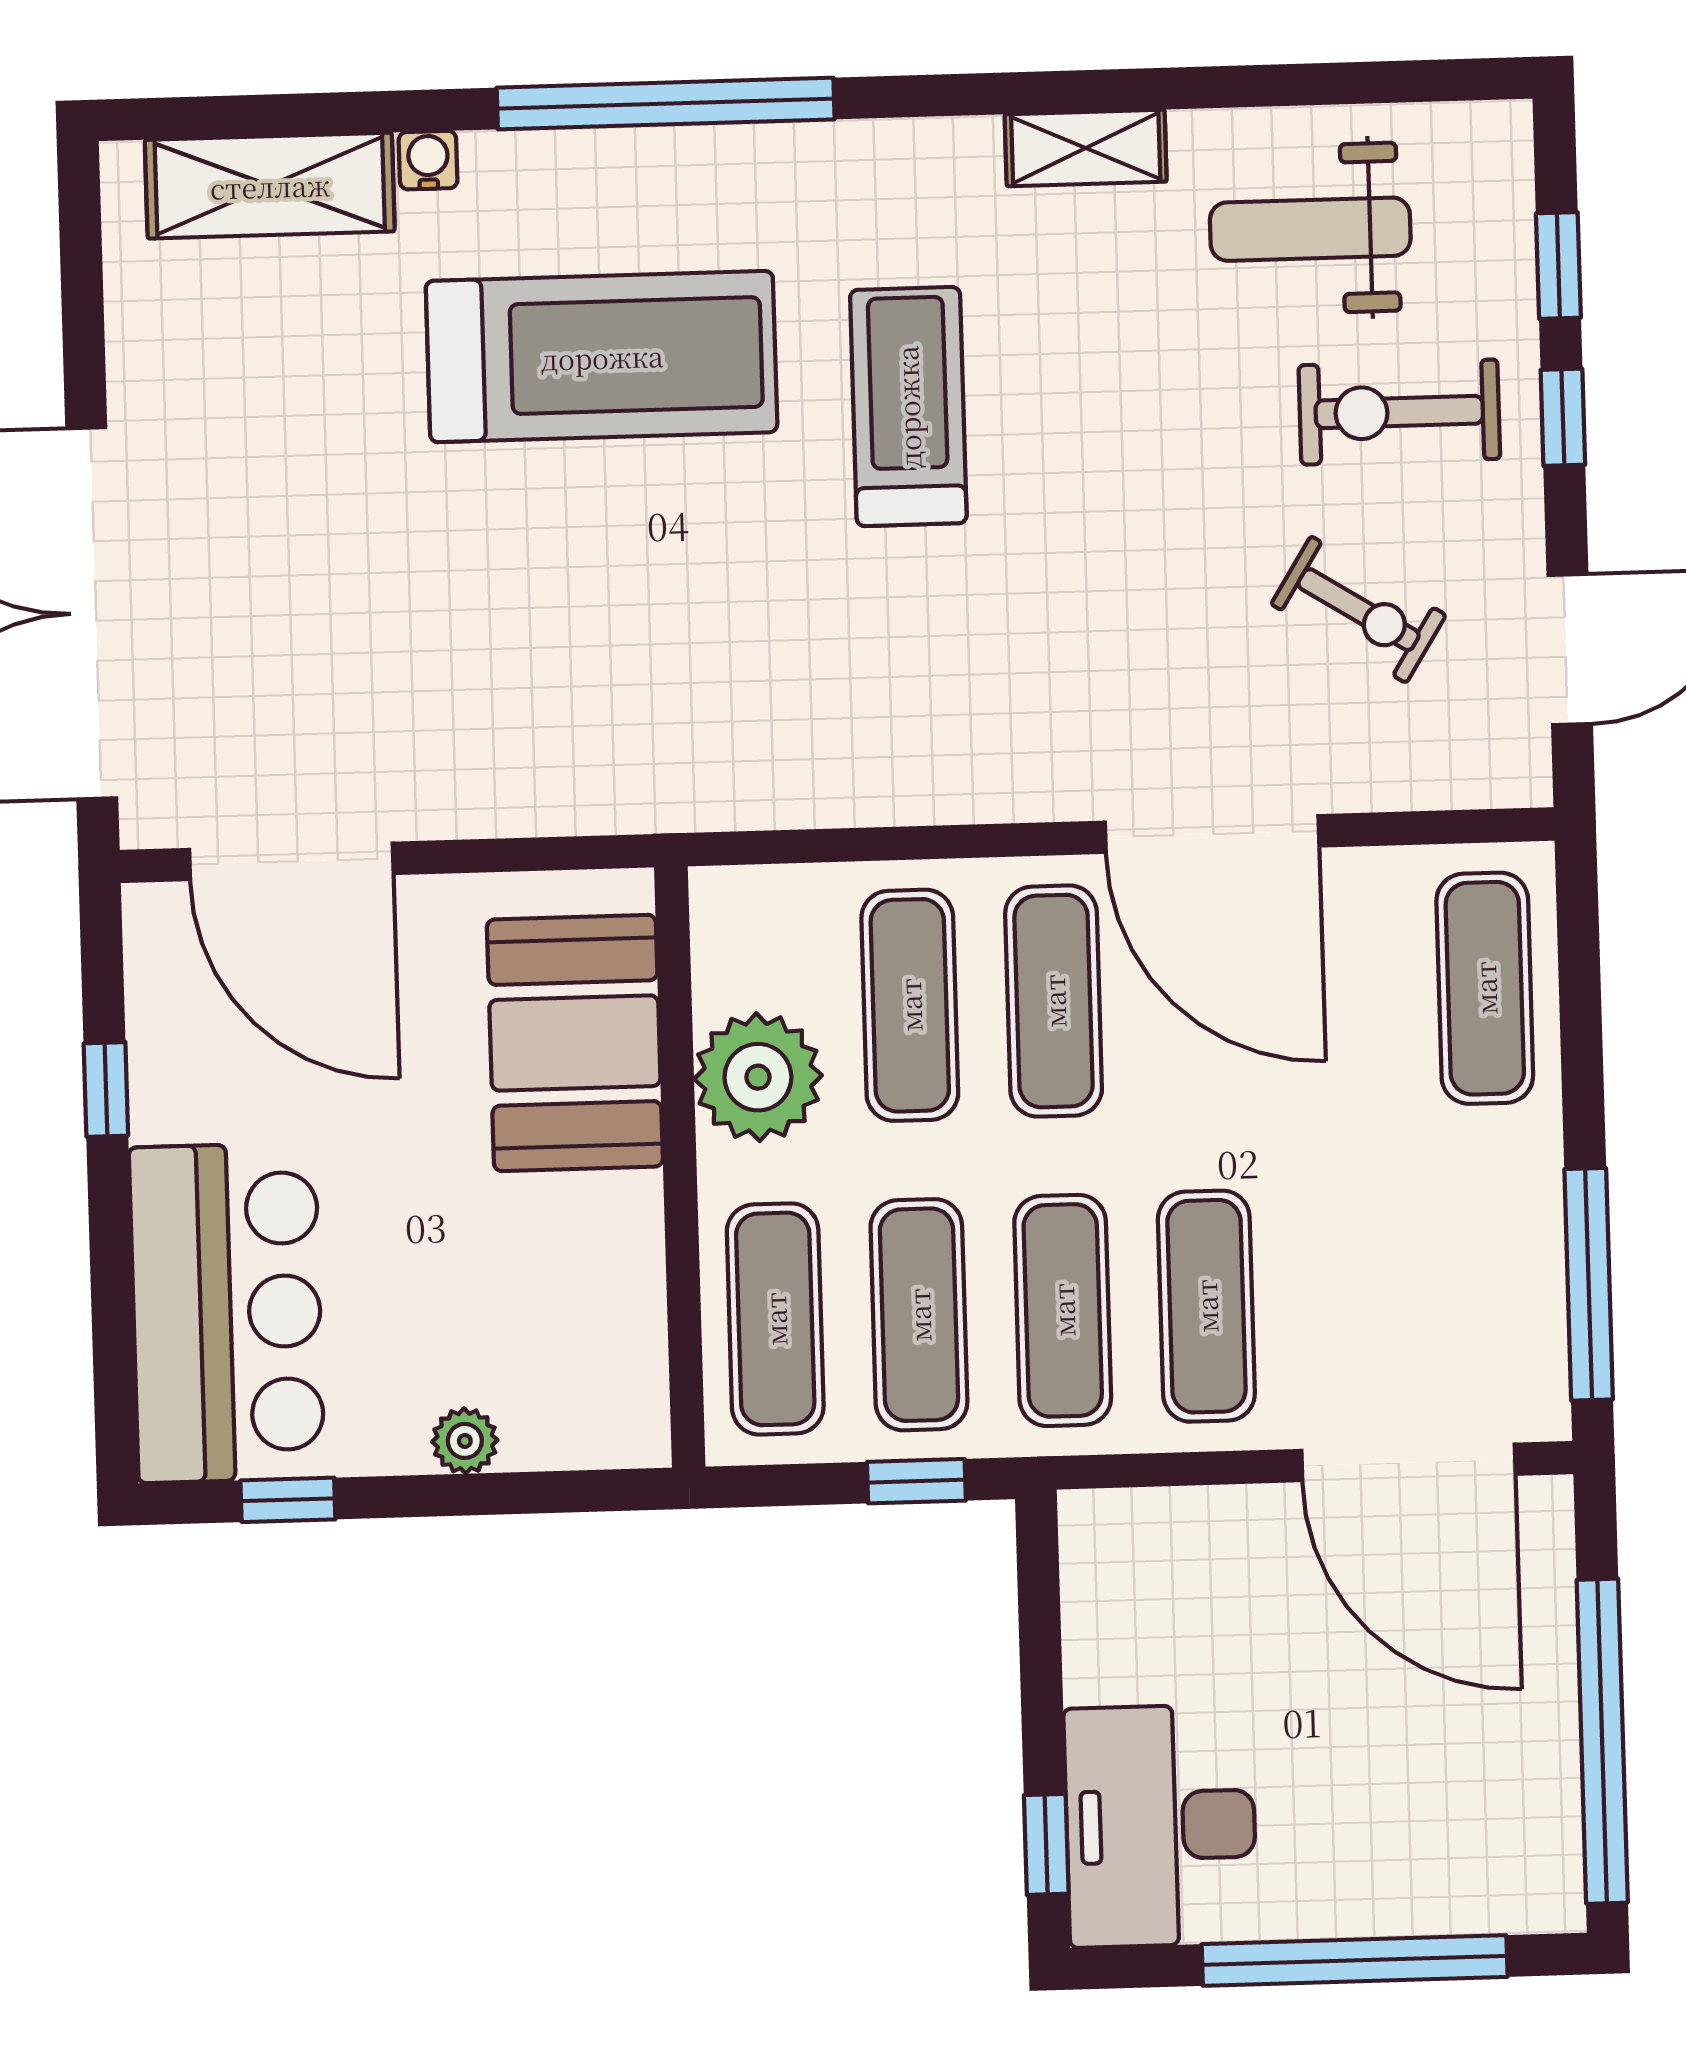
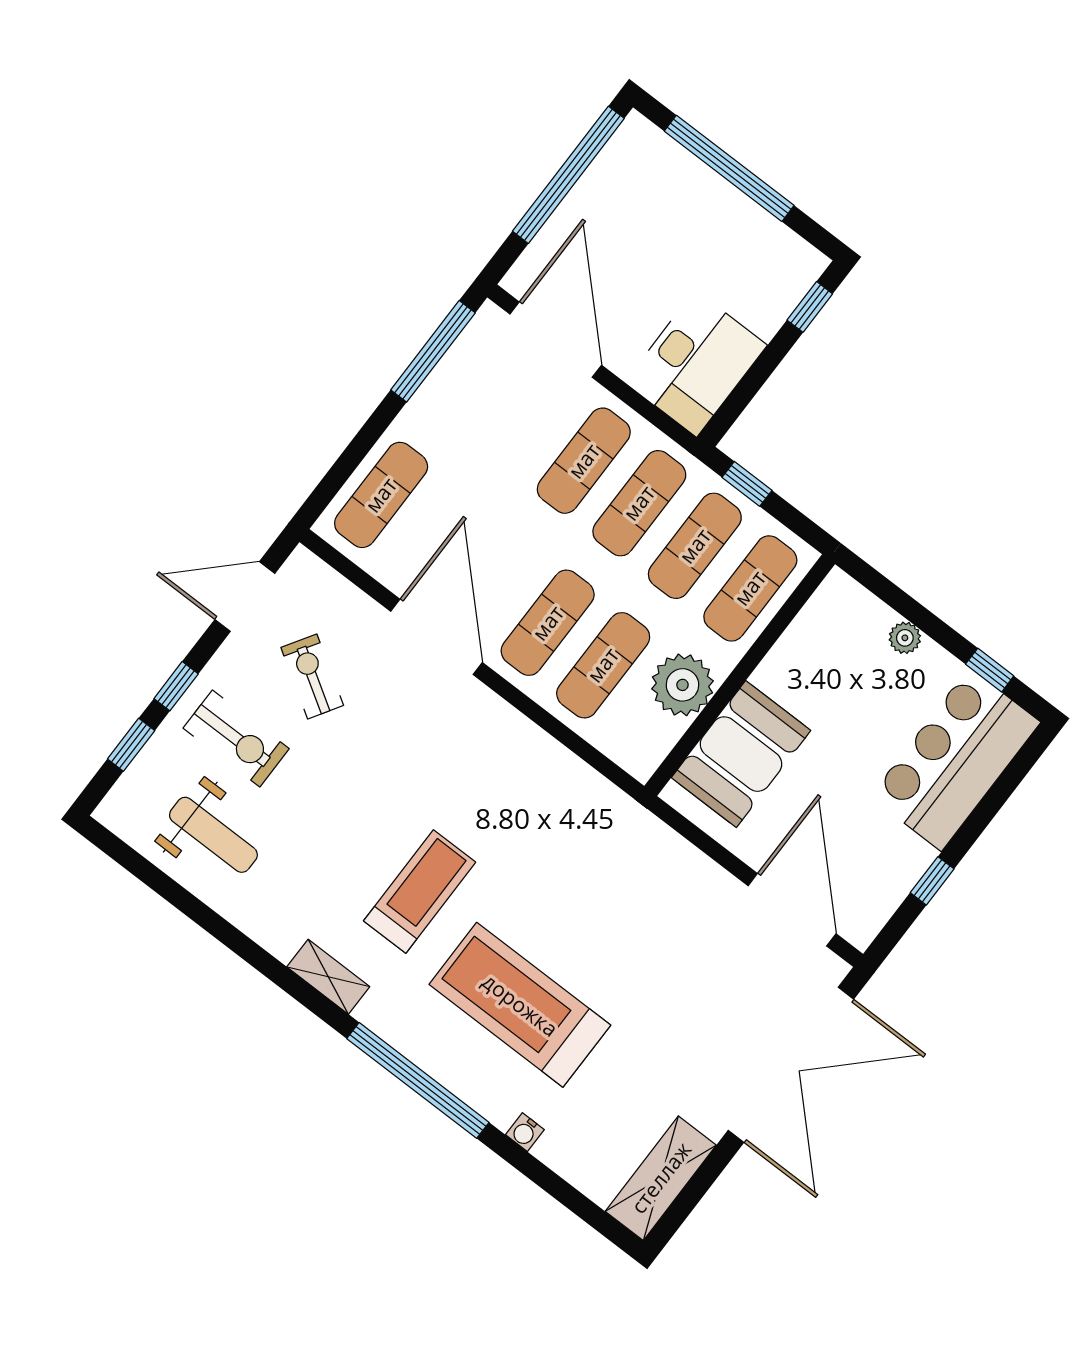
shelving: (1086, 148) -> (328, 977), moved
shelving: (270, 186) -> (661, 1178), moved, turned 90
treadmill: (908, 407) -> (420, 892), turned 180
desk: (1161, 1826) -> (696, 364), moved

